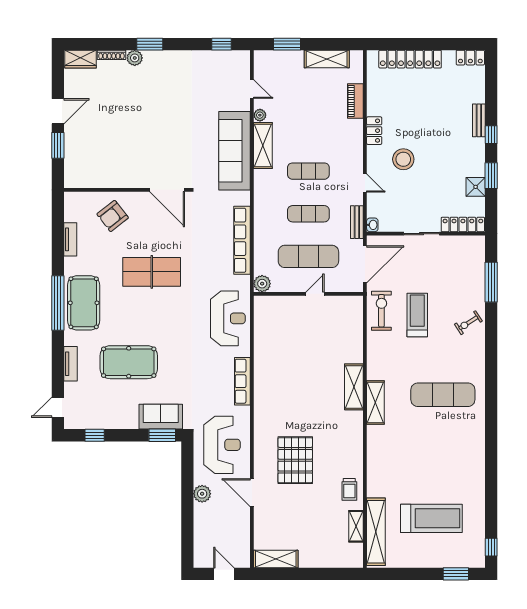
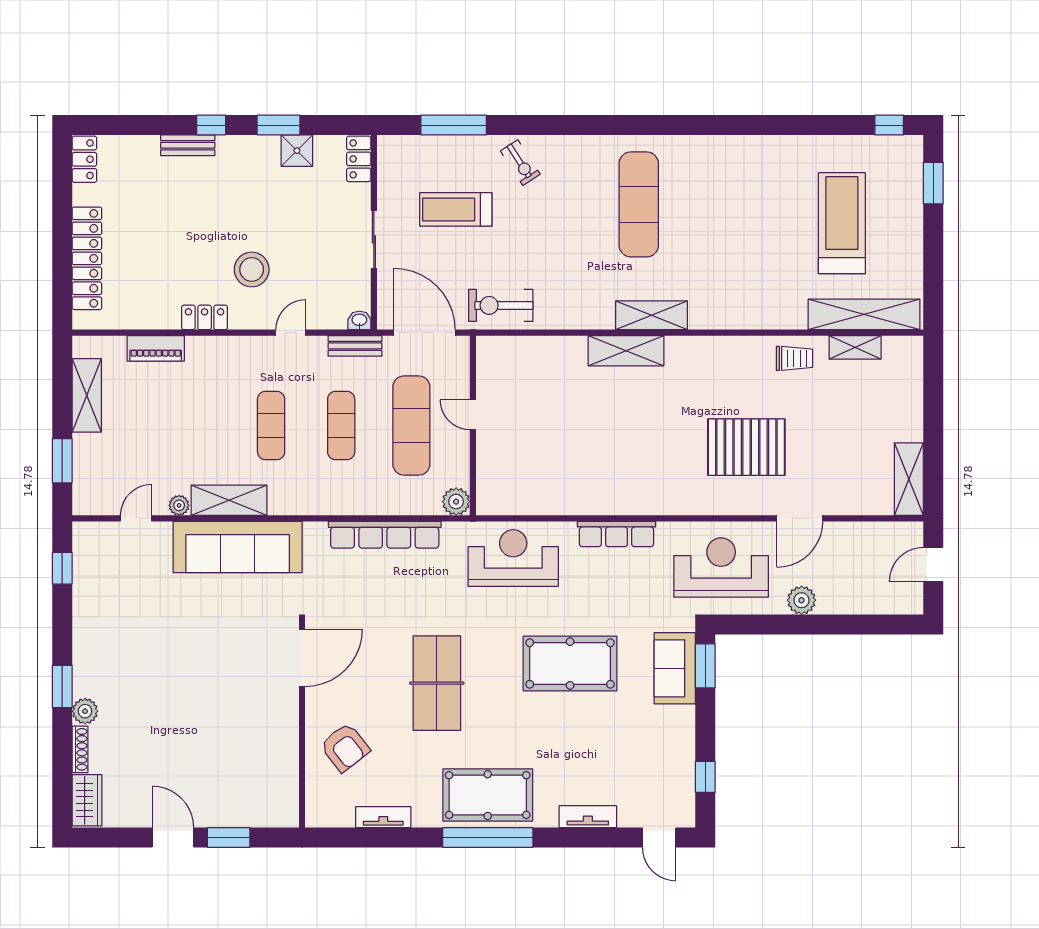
locker: (463, 224) -> (359, 159), width x0.66
treadmill: (417, 315) -> (456, 209), moved
pool table: (129, 362) -> (570, 664), moved, turned 90

